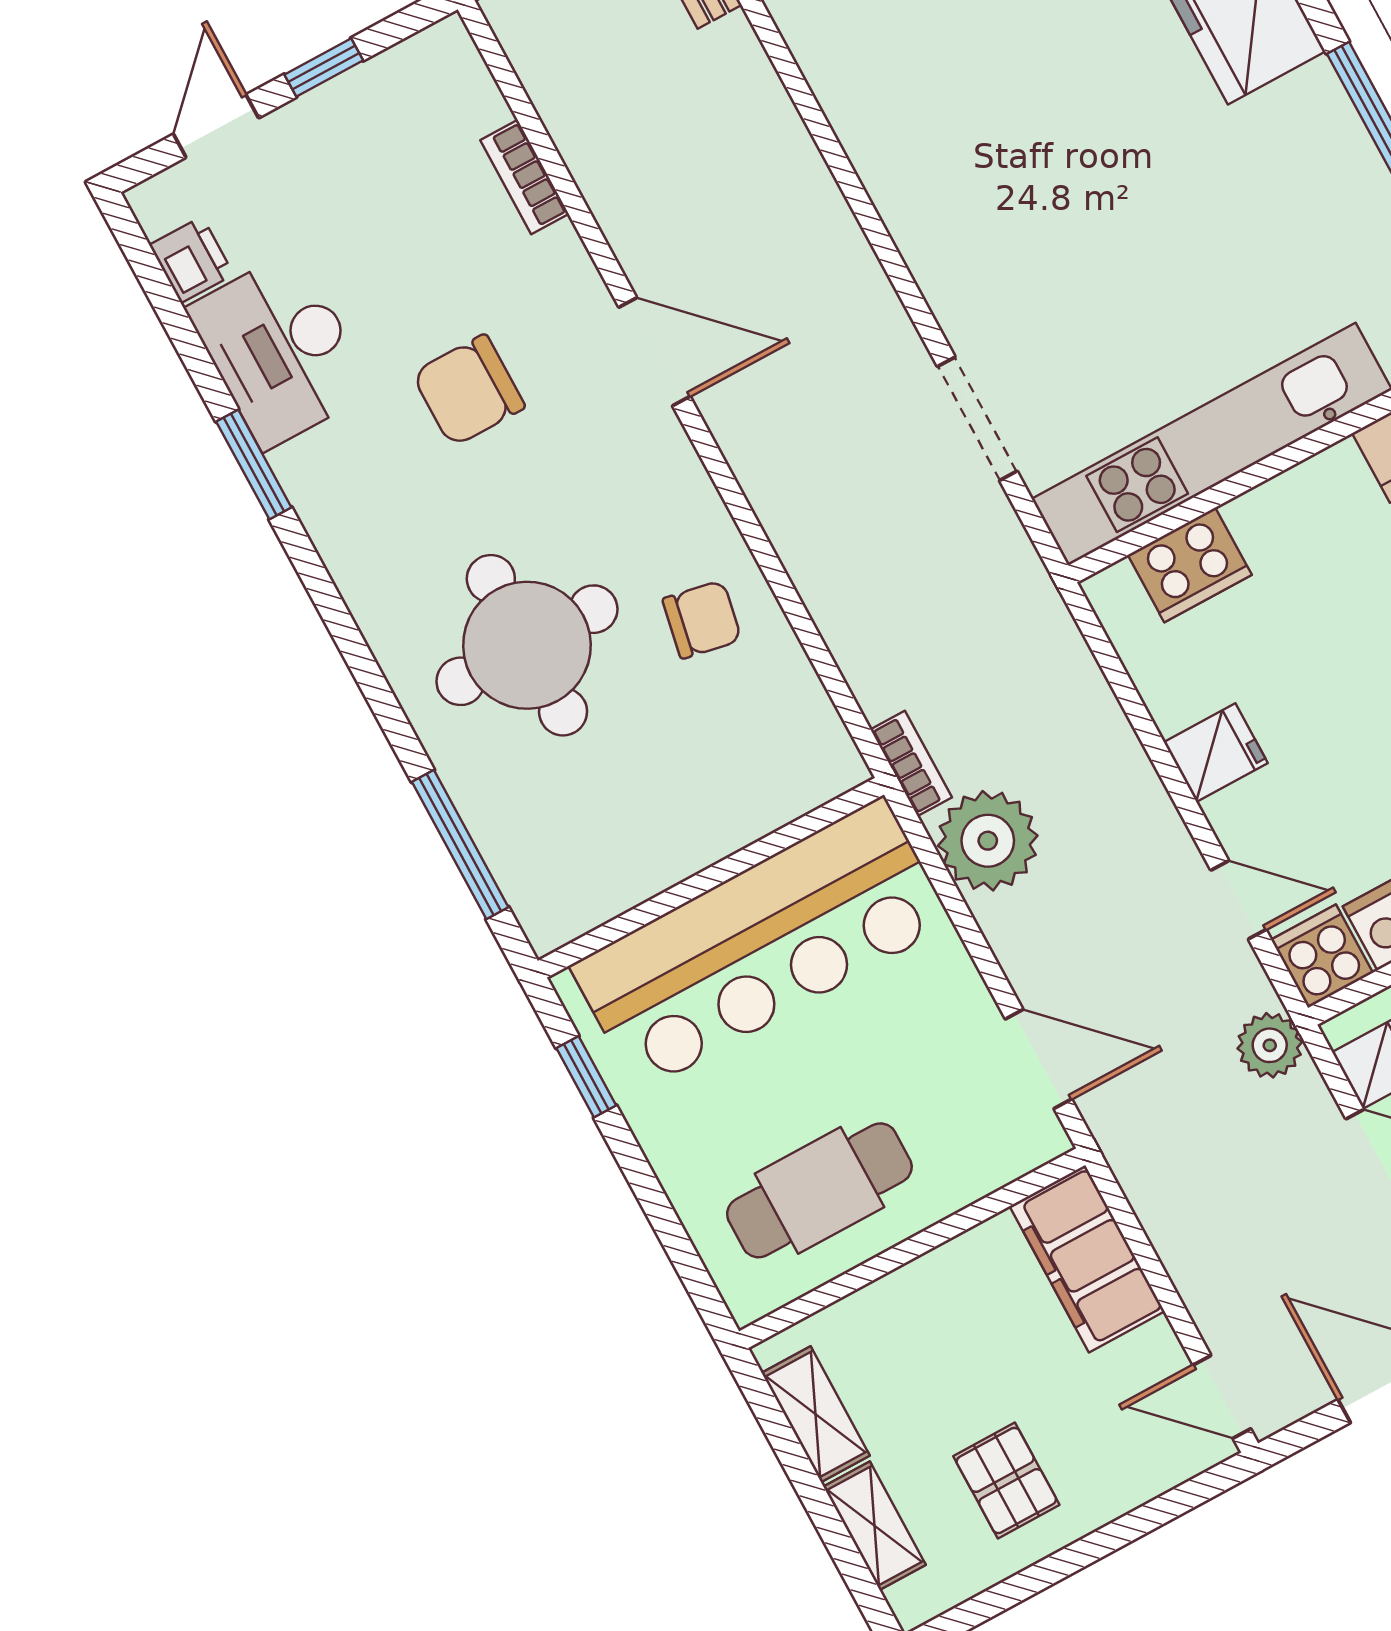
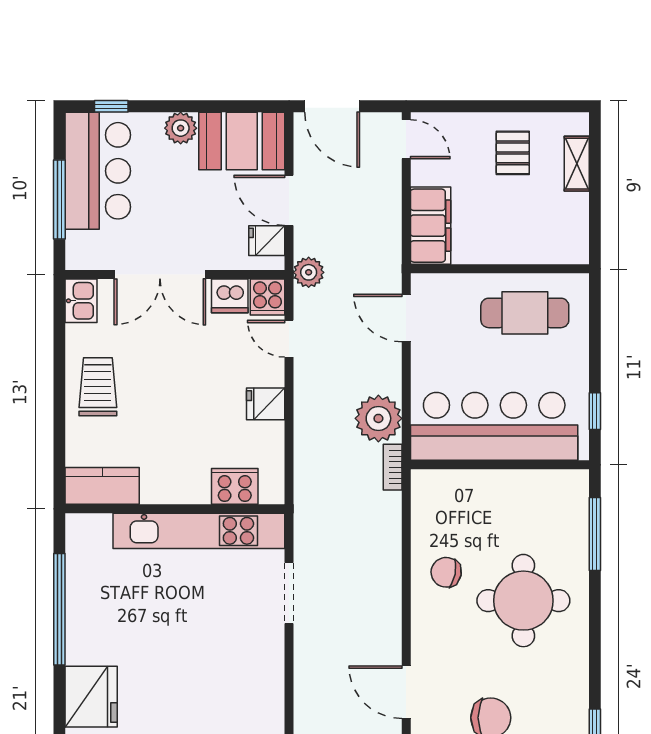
shelving: (816, 1414) -> (576, 222), removed

